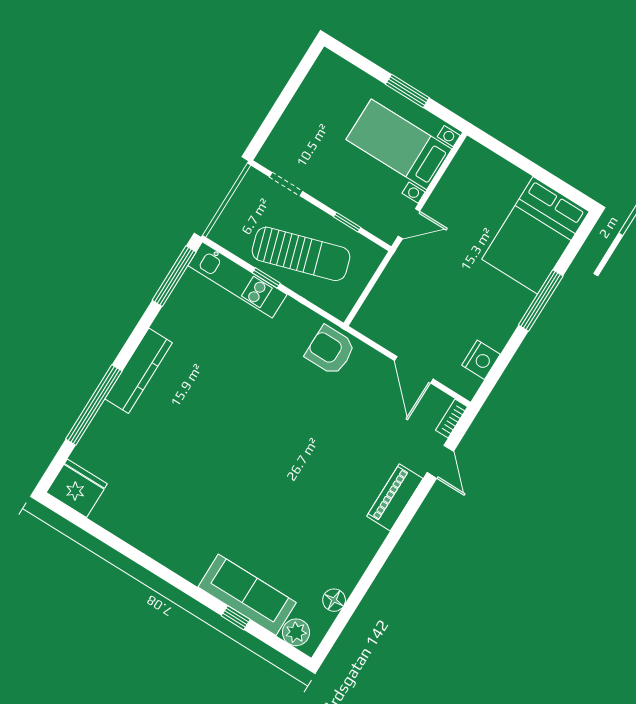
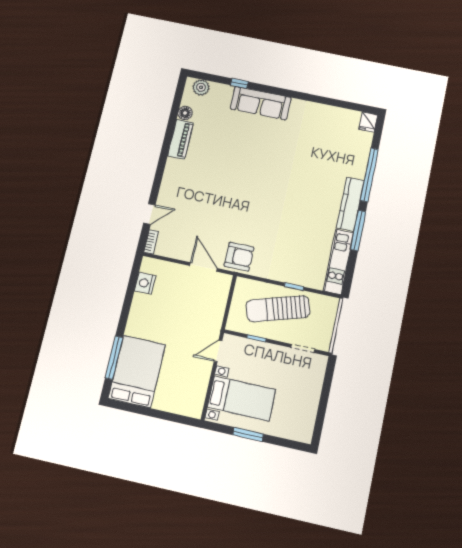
window: (174, 276) -> (358, 231), moved
kitchen unit: (237, 280) -> (339, 262), moved, turned -90
window: (541, 301) -> (114, 358), moved
door: (414, 370) -> (204, 267), moved
door: (440, 462) -> (149, 214), swing flipped
fridge: (77, 488) -> (368, 122), width x0.53, depth x0.75
piano: (395, 497) -> (180, 139), moved
sofa: (247, 595) -> (261, 103), moved

